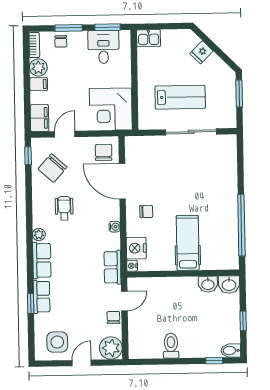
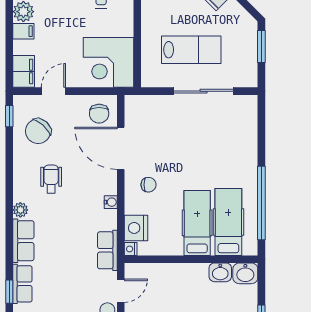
chair: (104, 152) -> (99, 114), turned 180
hospital bed: (214, 242) -> (228, 222), added

